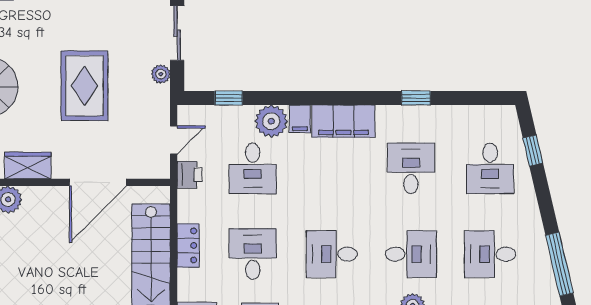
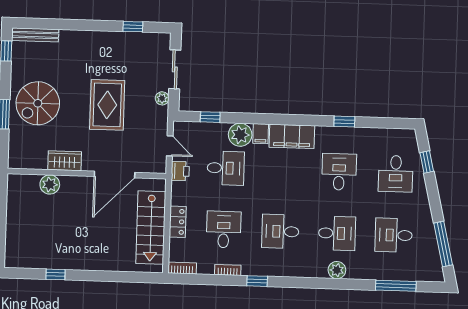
door: (174, 140) -> (170, 146), hinge flipped
desk: (253, 168) -> (226, 168), turned -90

